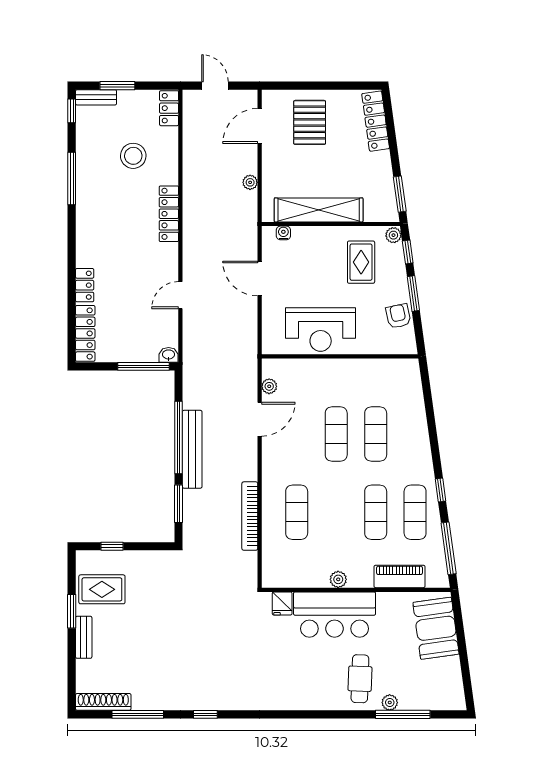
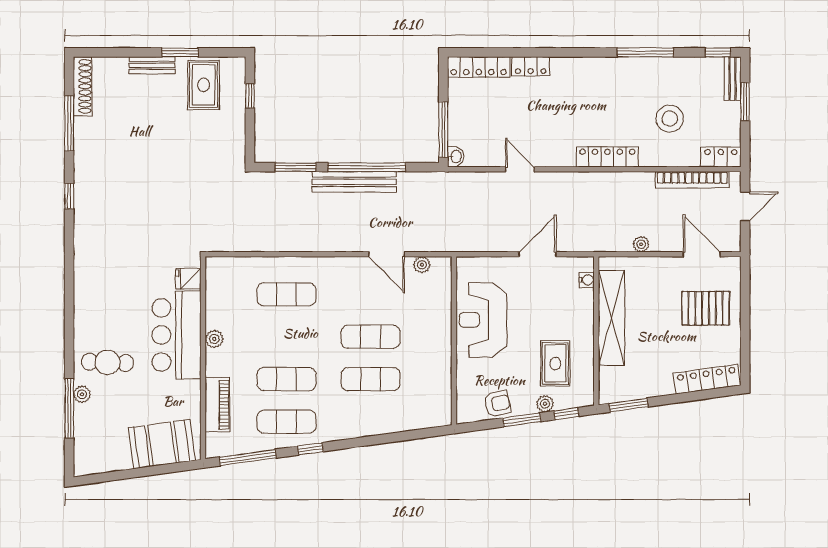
plant: (393, 235) -> (545, 404), moved
rug: (361, 262) -> (555, 363), turned 90
bookcase: (250, 516) -> (692, 180), moved, turned 180

